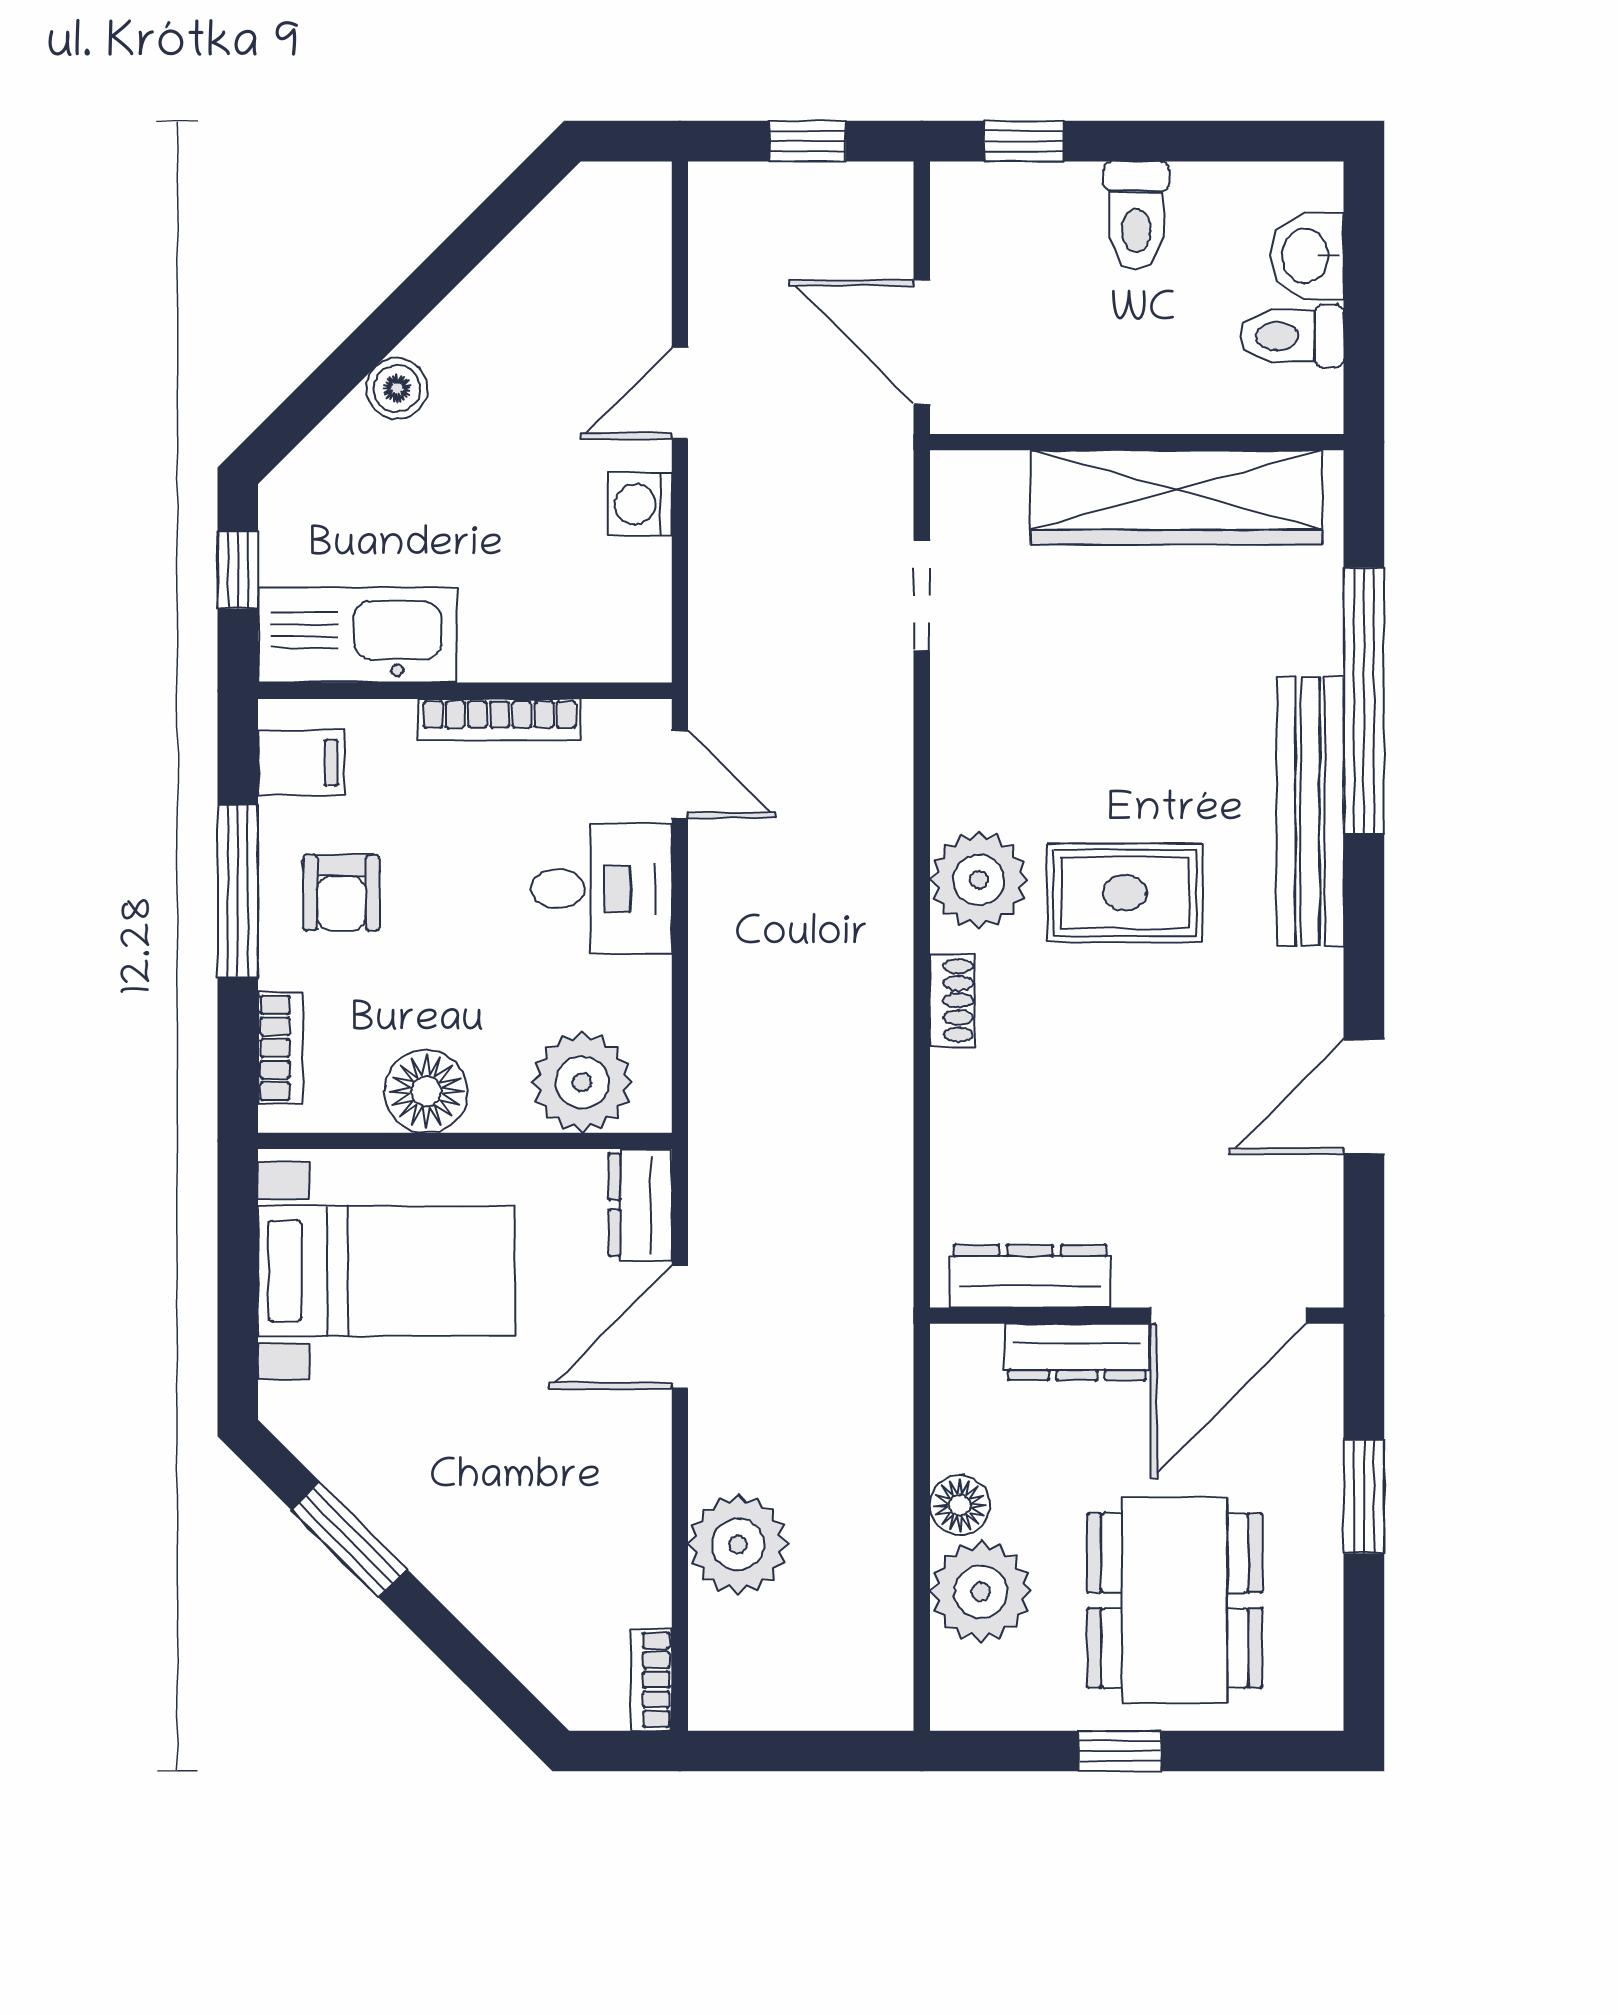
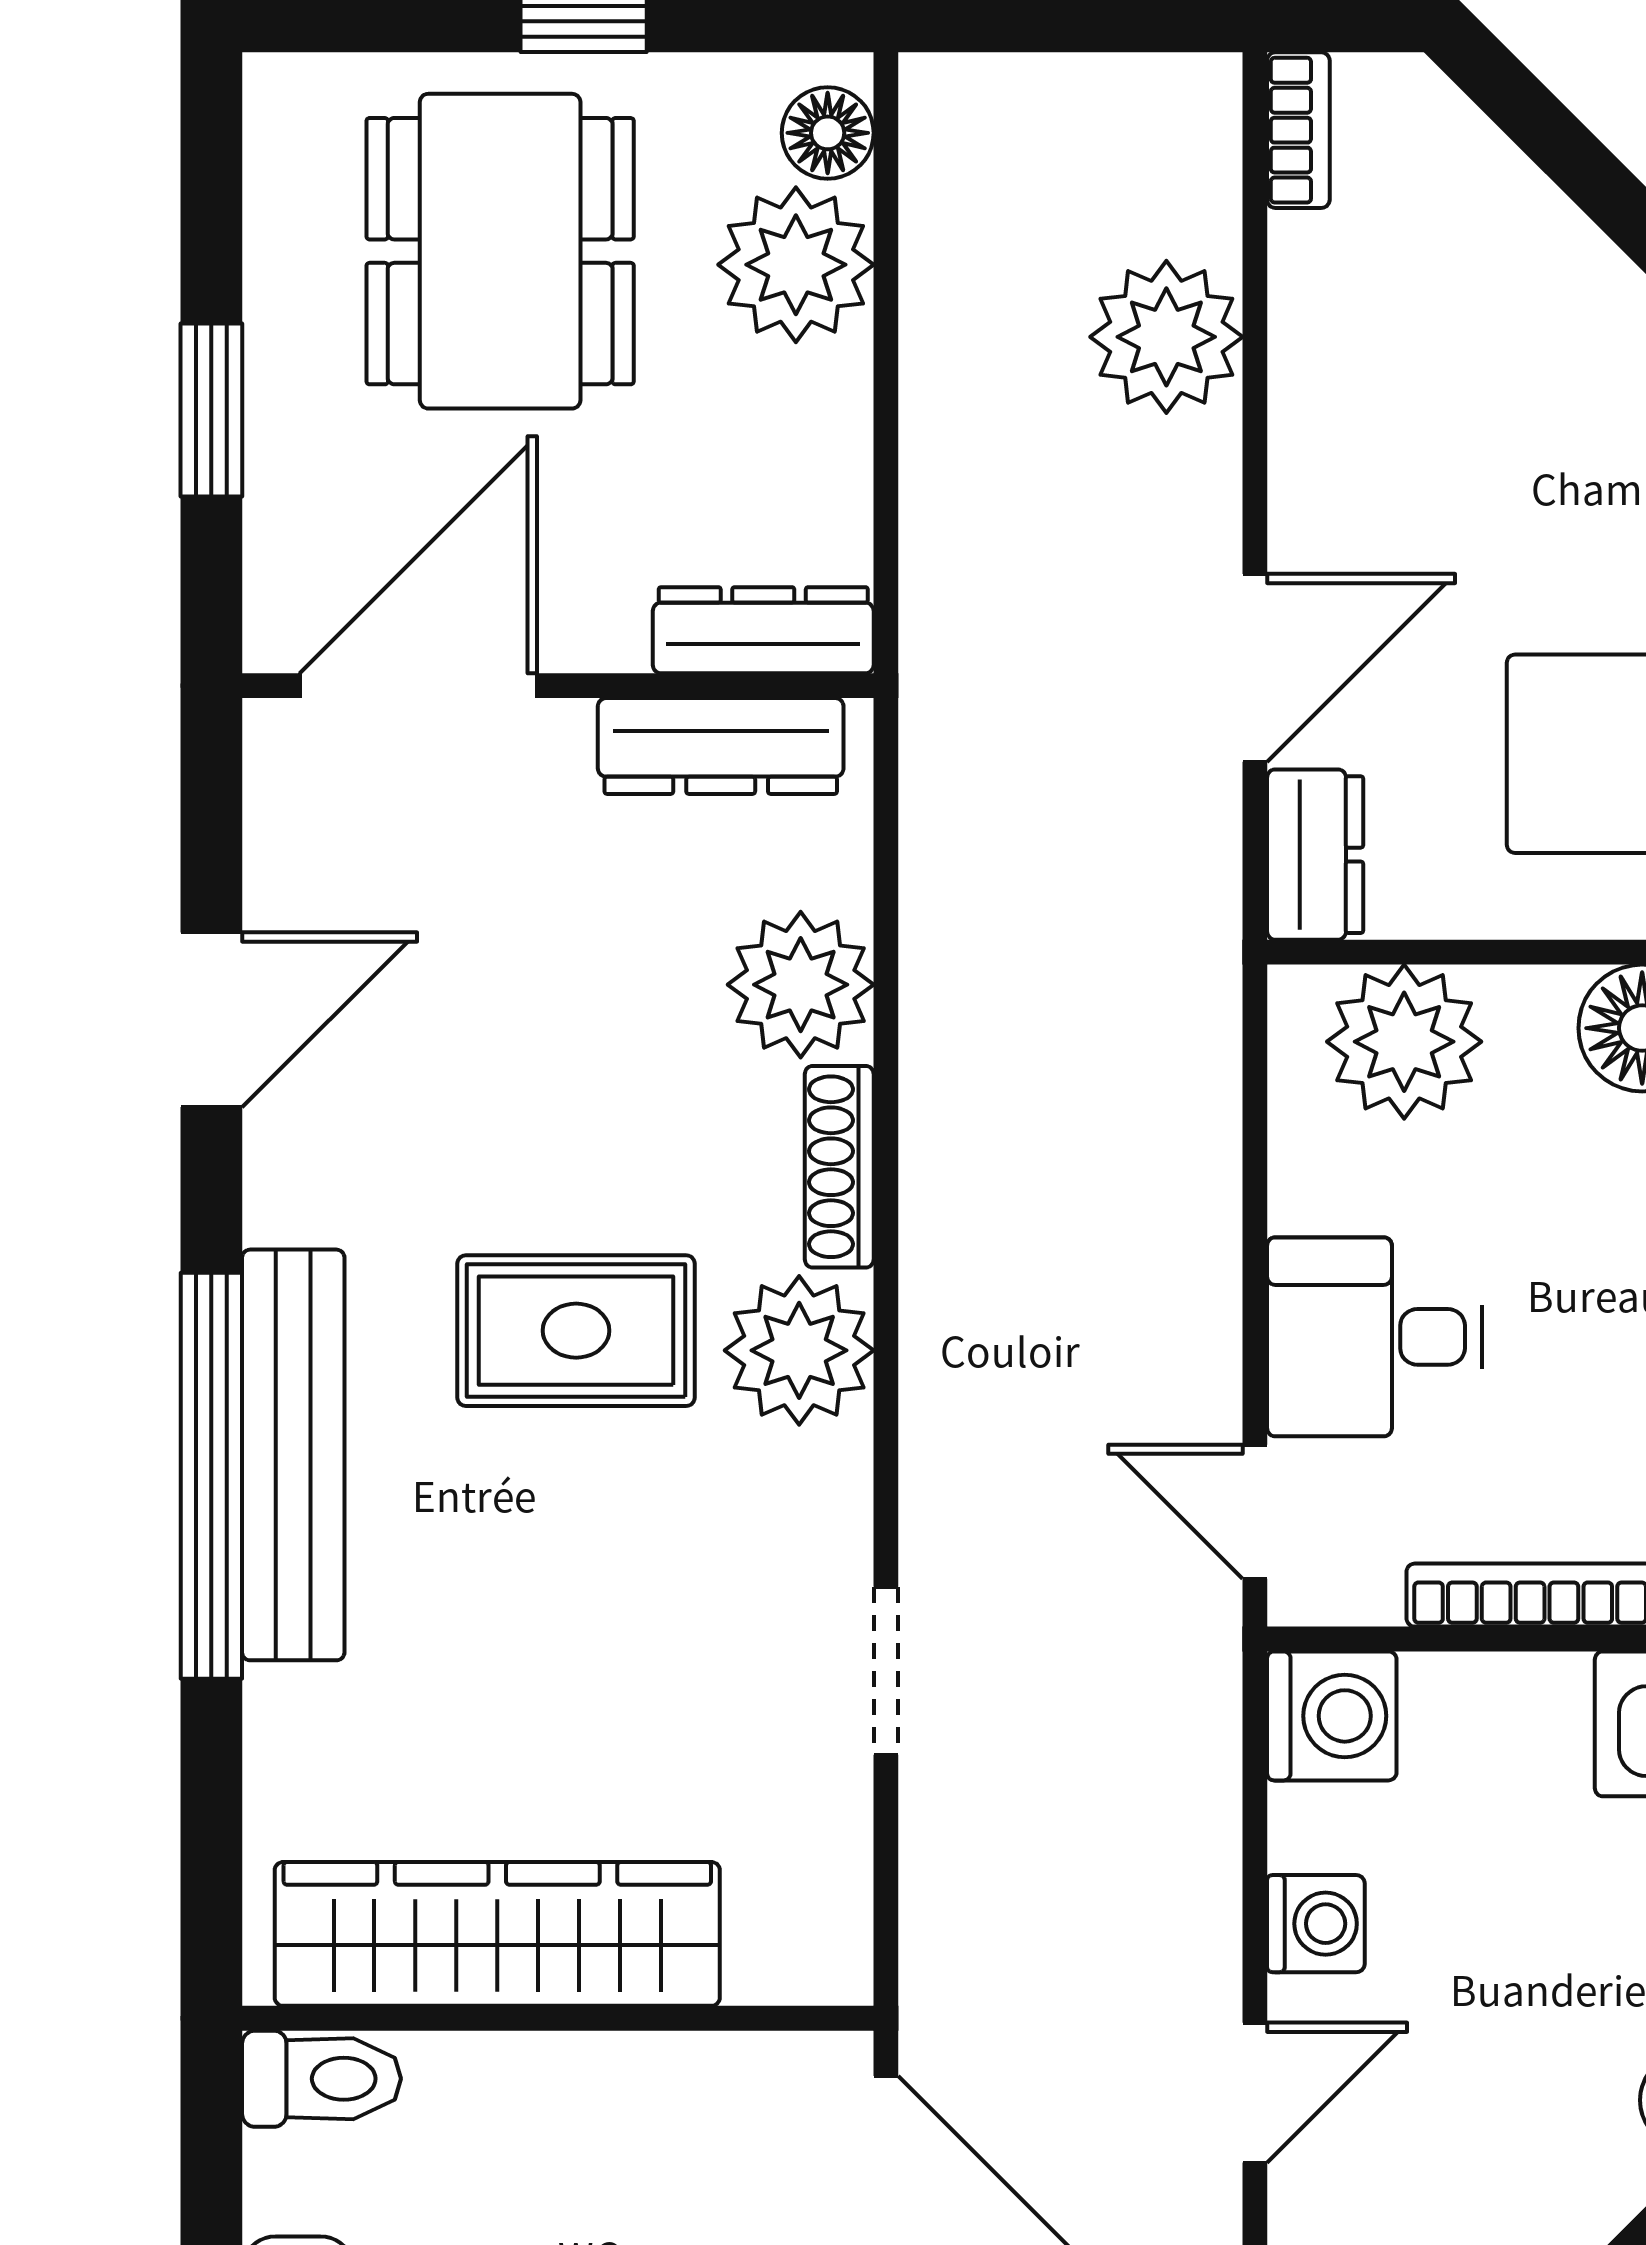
toilet: (1292, 336) -> (322, 2079), moved
doorway: (922, 595) -> (886, 1671), moved
washing machine: (629, 640) -> (1332, 1716), added
window: (1364, 701) -> (211, 1476), moved
shoe rack: (952, 1000) -> (839, 1167), width x1.43
plant: (978, 1120) -> (801, 985), added
dresser: (1077, 1352) -> (763, 630), moved
floor lamp: (960, 1505) -> (828, 133), moved

